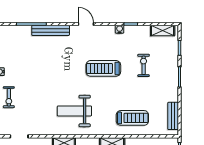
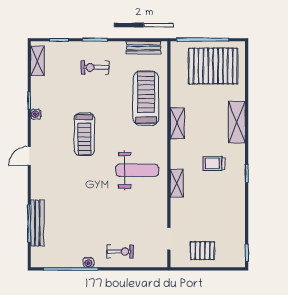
bench: (51, 30) -> (37, 223), moved
exercise bike: (144, 65) -> (95, 67), moved
weight bench: (74, 111) -> (137, 170), turned -90
treadmill: (132, 118) -> (146, 98), width x1.37, depth x1.38

